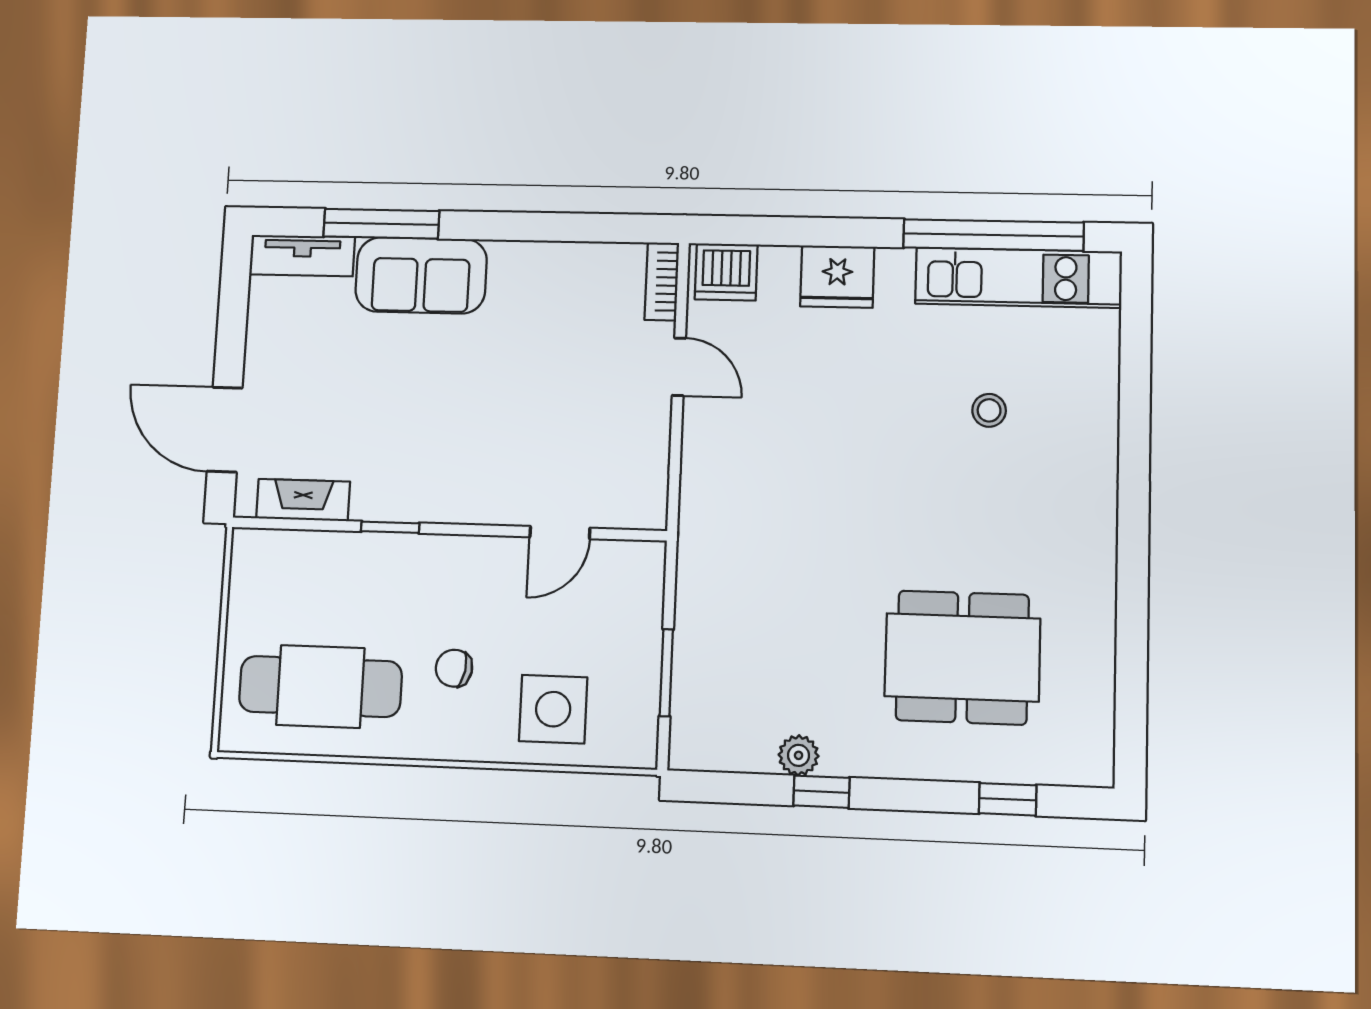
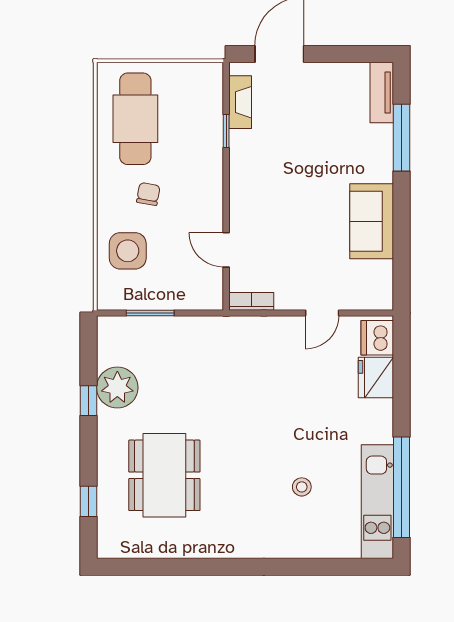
sofa: (421, 275) -> (372, 221), moved
fridge: (837, 277) -> (376, 378), moved
bookcase: (662, 281) -> (251, 301), moved
window: (390, 527) -> (226, 131), moved
plant: (799, 755) -> (117, 388), width x1.87, depth x1.87

